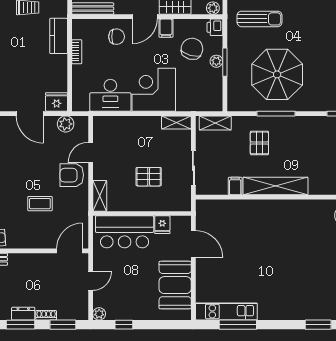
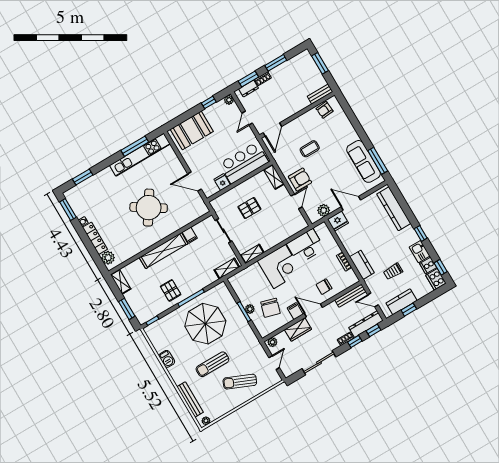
door: (145, 17) -> (313, 310), hinge flipped
sun lounger: (260, 19) -> (212, 364), moved
printer: (215, 27) -> (264, 330), removed
pallet: (259, 143) -> (171, 290), moved
round table: (263, 245) -> (149, 208), added
booth: (175, 285) -> (192, 130), moved, turned 90
kitchen unit: (226, 311) -> (140, 155), width x1.36
dresser: (23, 314) -> (249, 89), moved

